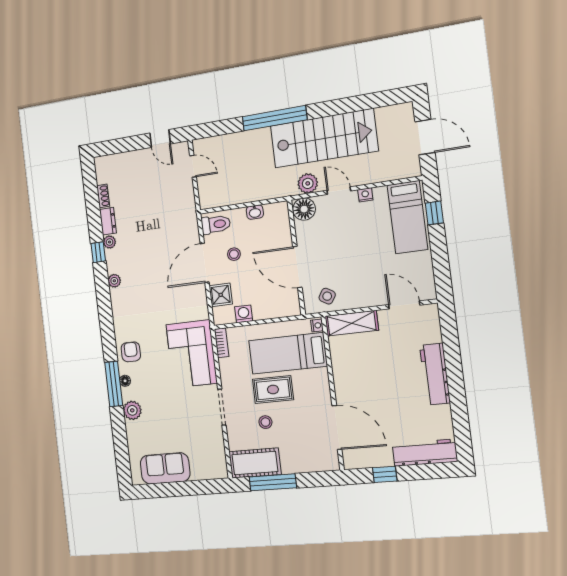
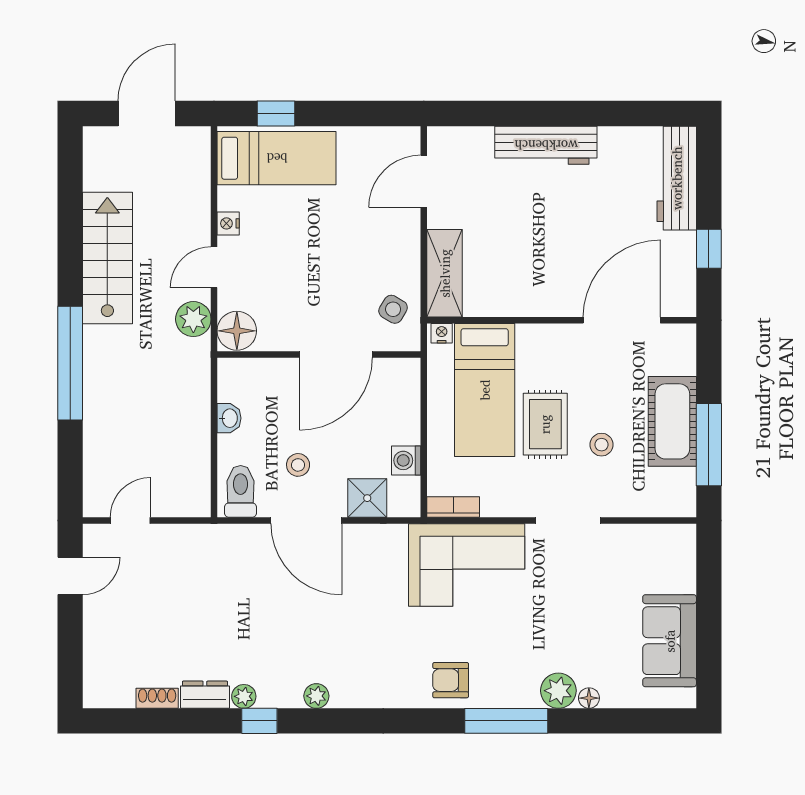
stairs: (324, 138) -> (107, 258), width x0.73, depth x0.66
floor lamp: (125, 381) -> (589, 698), moved
cot: (255, 463) -> (672, 421), moved

